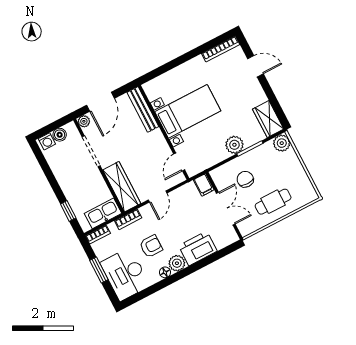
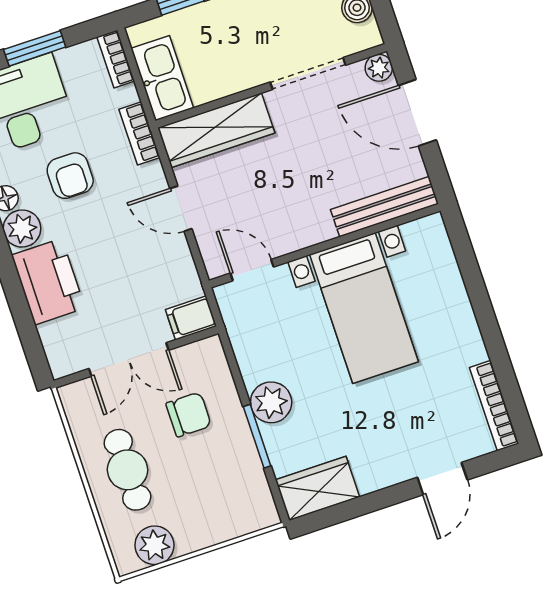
plant: (282, 143) -> (154, 545), moved

